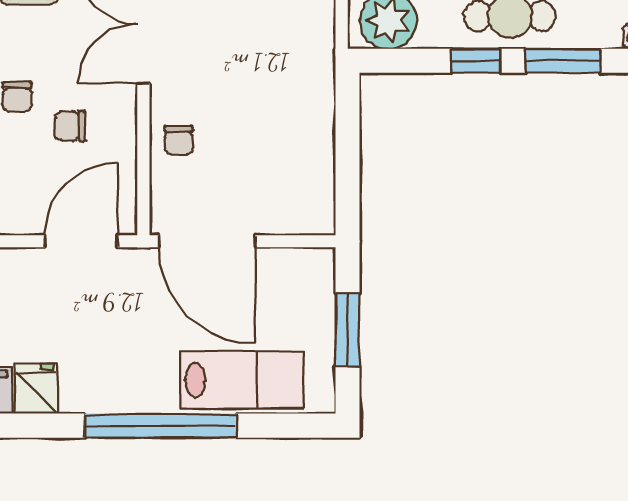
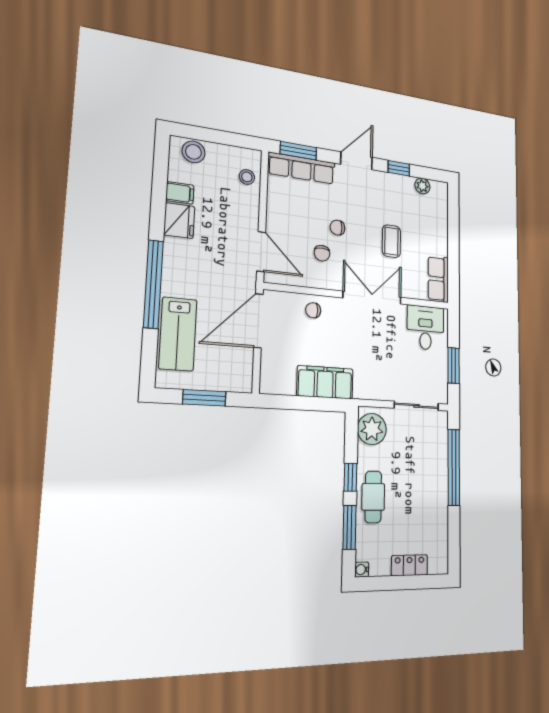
filing cabinet: (308, 114) -> (325, 382), added
chair: (70, 126) -> (322, 253), turned 180
fridge: (36, 389) -> (179, 221), width x1.38

